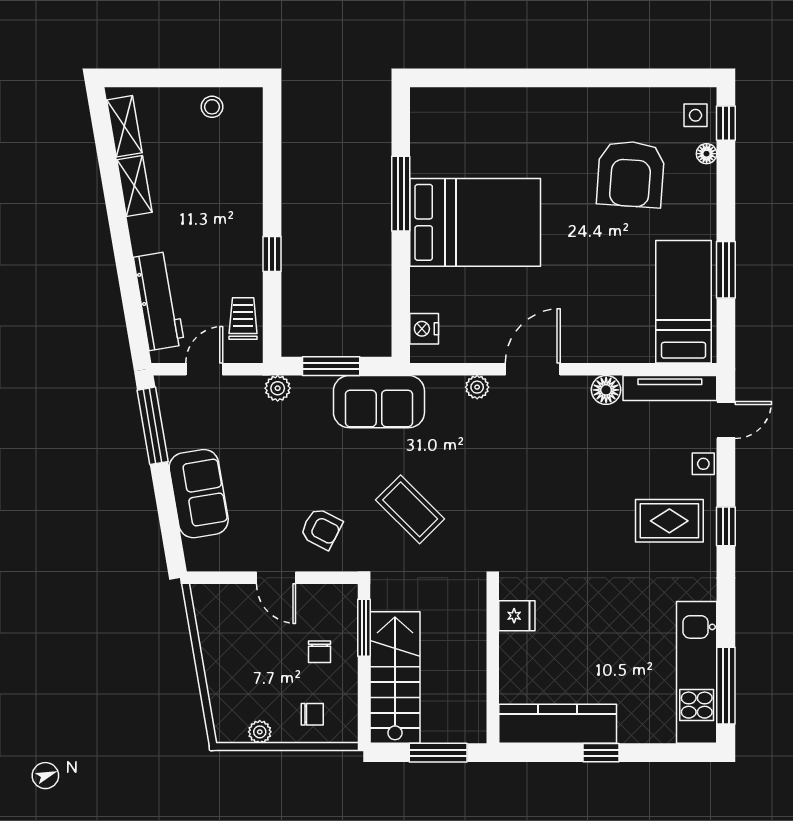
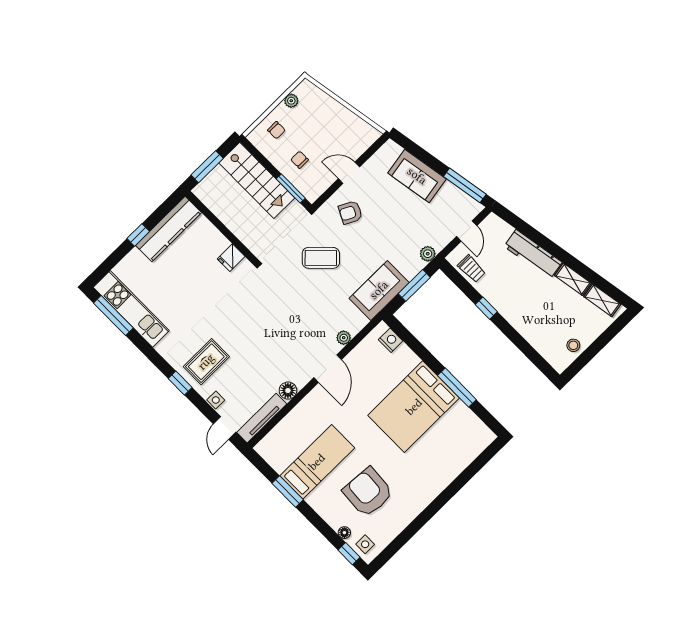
workbench: (159, 301) -> (533, 254), moved
bed: (683, 302) -> (317, 462), moved, turned -90
chair: (312, 714) -> (276, 130), turned -90

